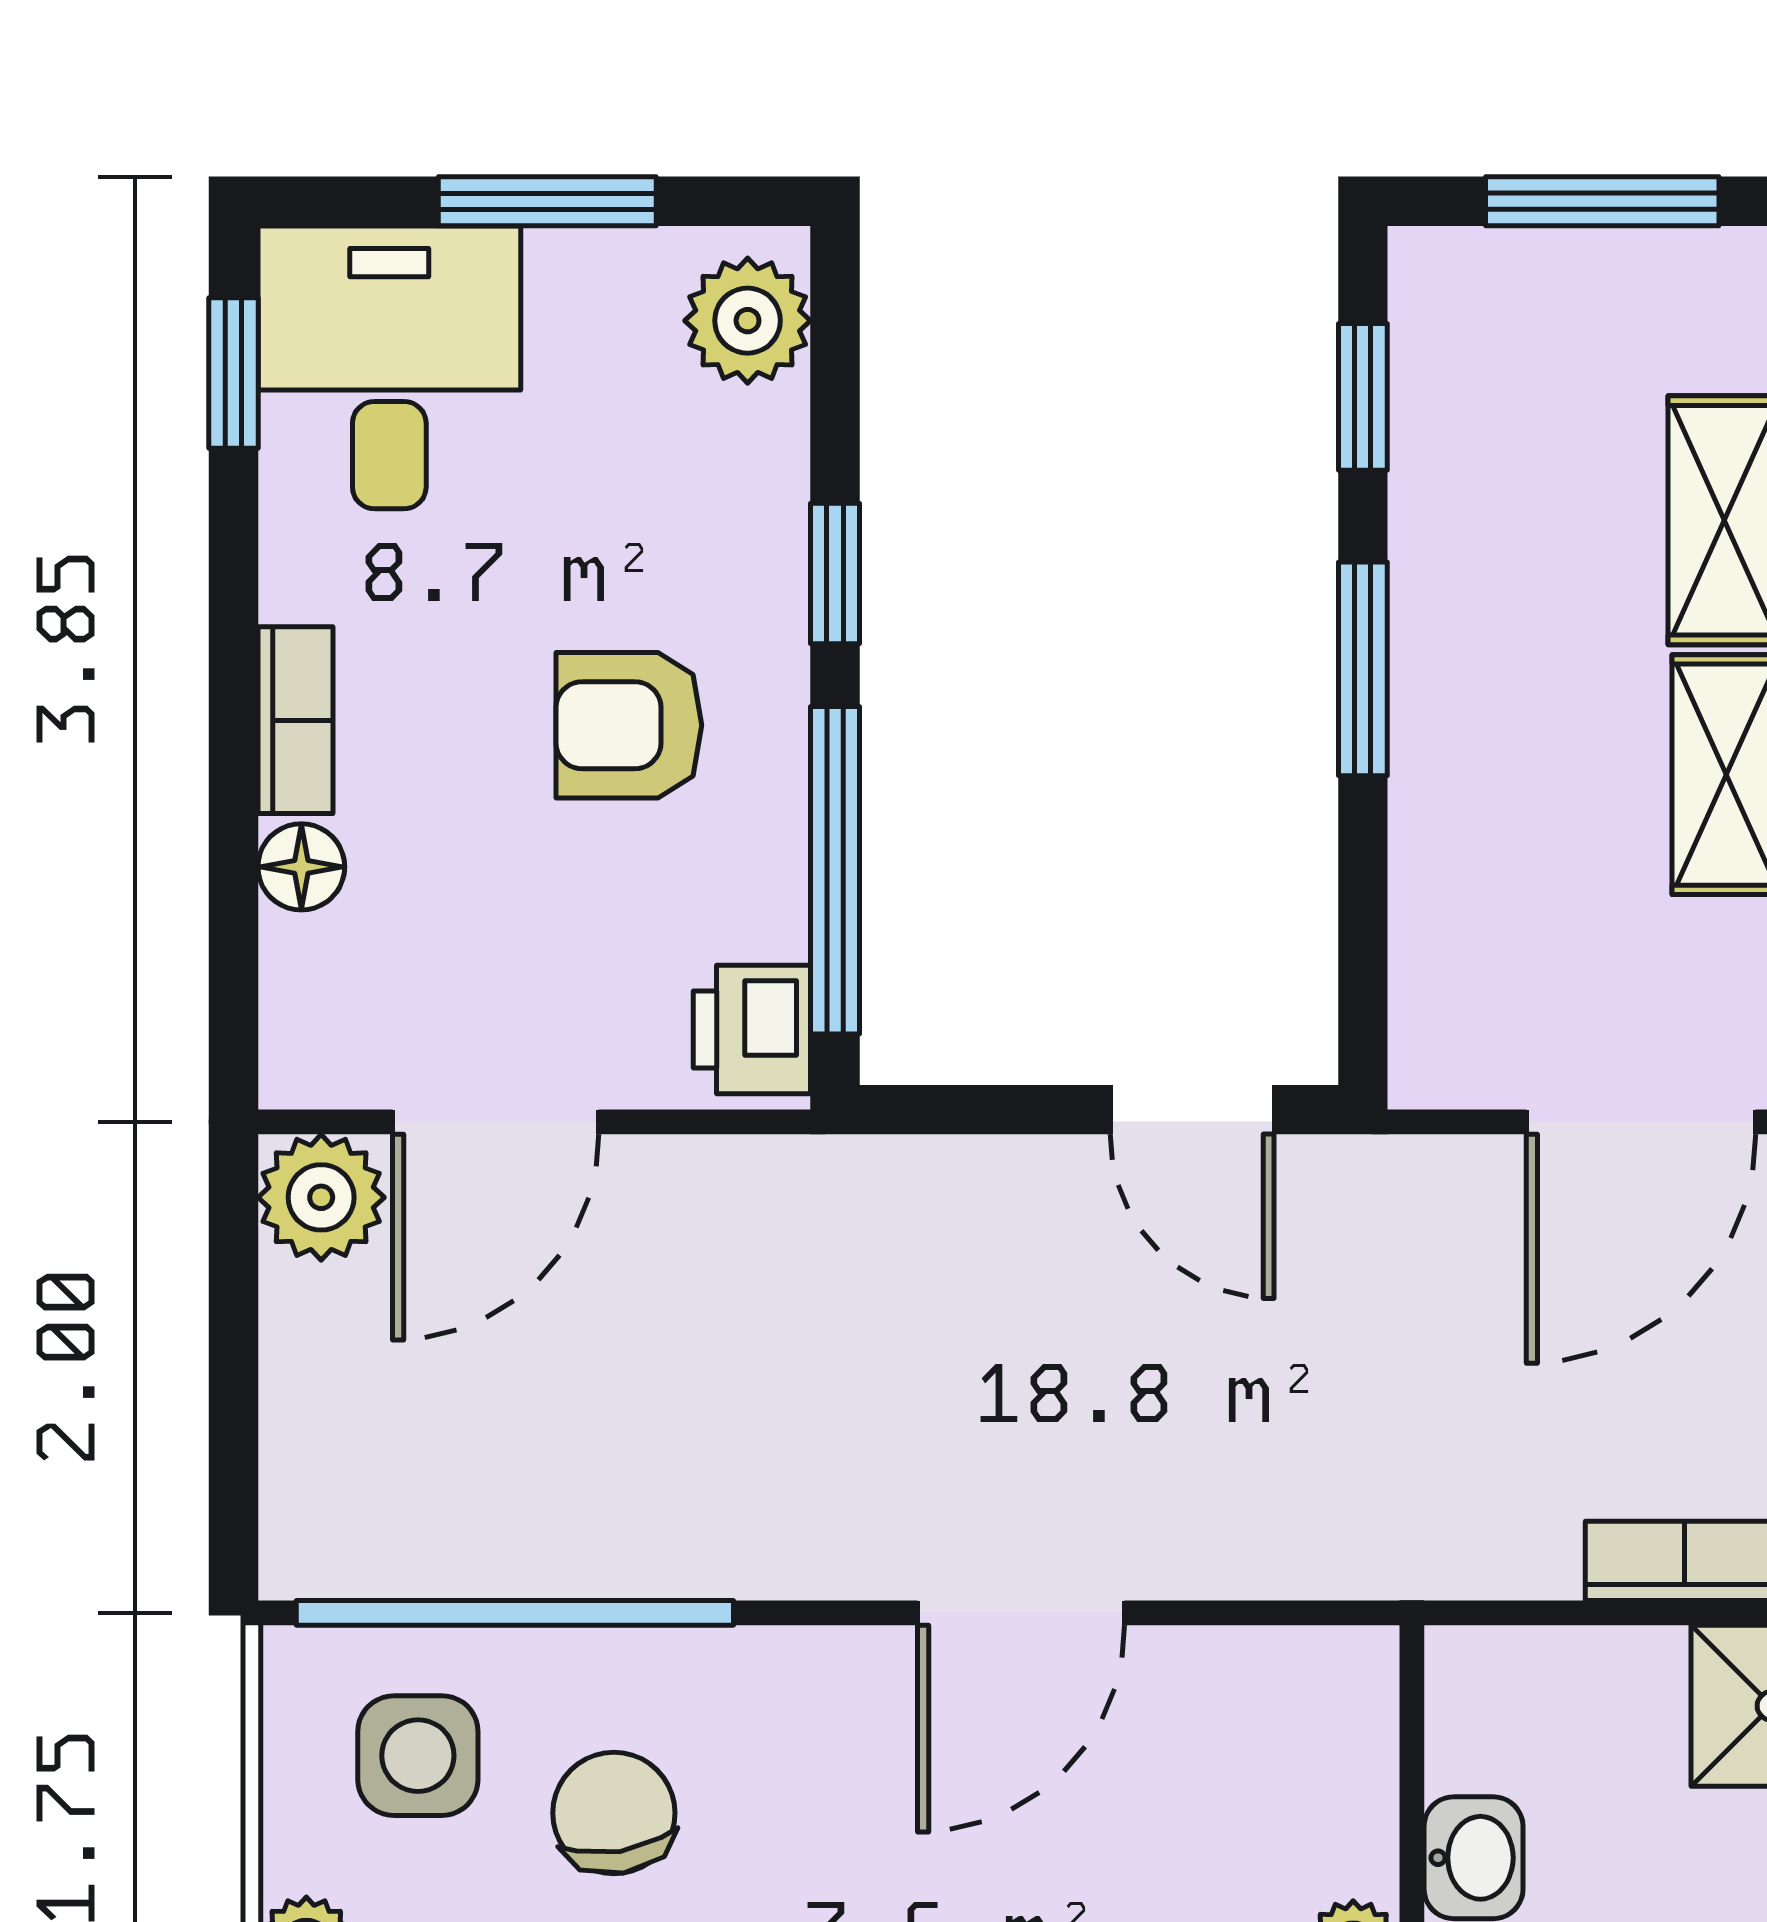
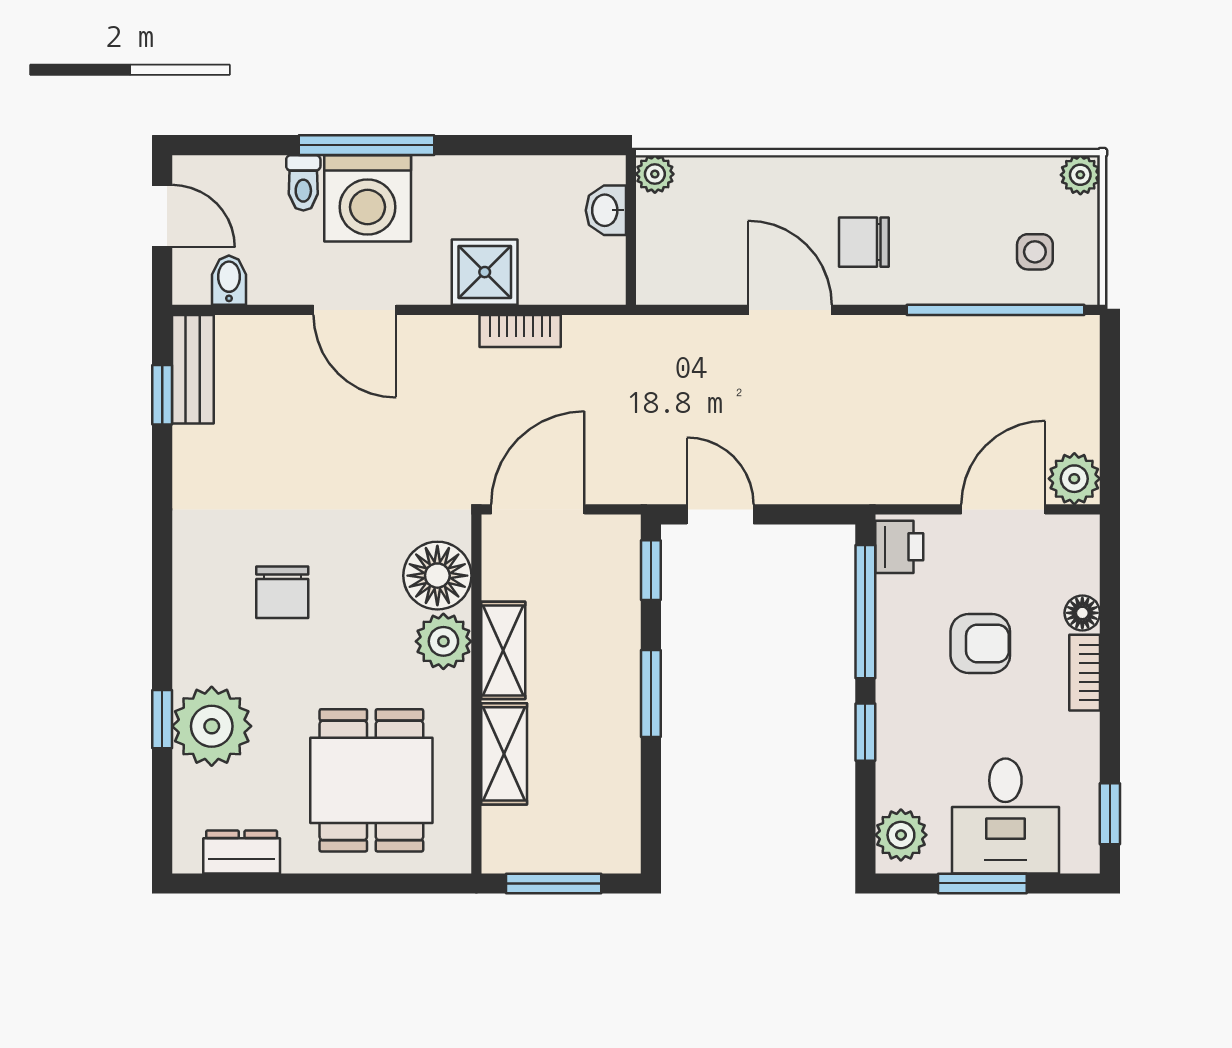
desk: (389, 367) -> (1005, 816), moved
window: (1363, 397) -> (651, 570), moved
armchair: (629, 725) -> (980, 643), moved
door: (1021, 1613) -> (790, 310), hinge flipped
side table: (418, 1756) -> (1035, 252), width x0.73, depth x0.73
chair: (614, 1813) -> (864, 242), moved, turned 99

